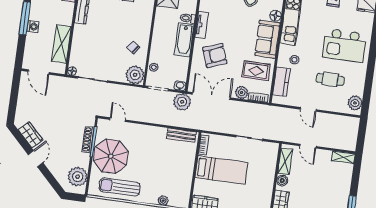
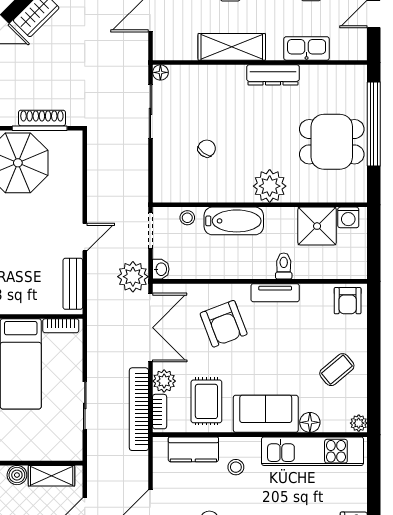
bathtub: (184, 40) -> (234, 221), moved, turned 180
shelving: (61, 44) -> (232, 47), moved
chair: (133, 47) -> (207, 149), moved
plant: (135, 75) -> (270, 186), moved
bookcase: (255, 109) -> (139, 409), added
door: (118, 120) -> (85, 237), moved

